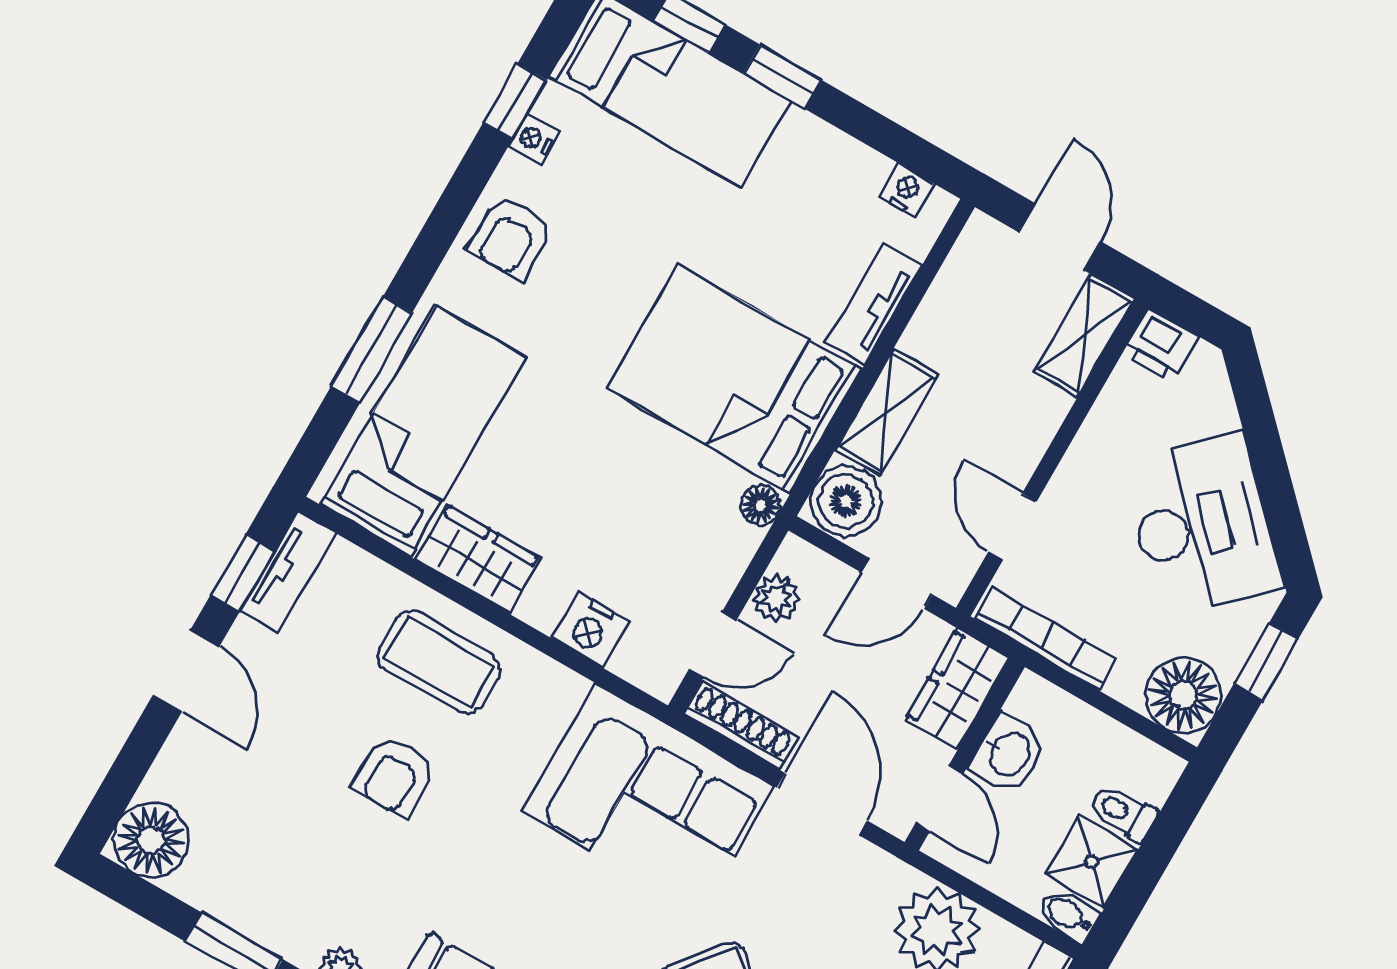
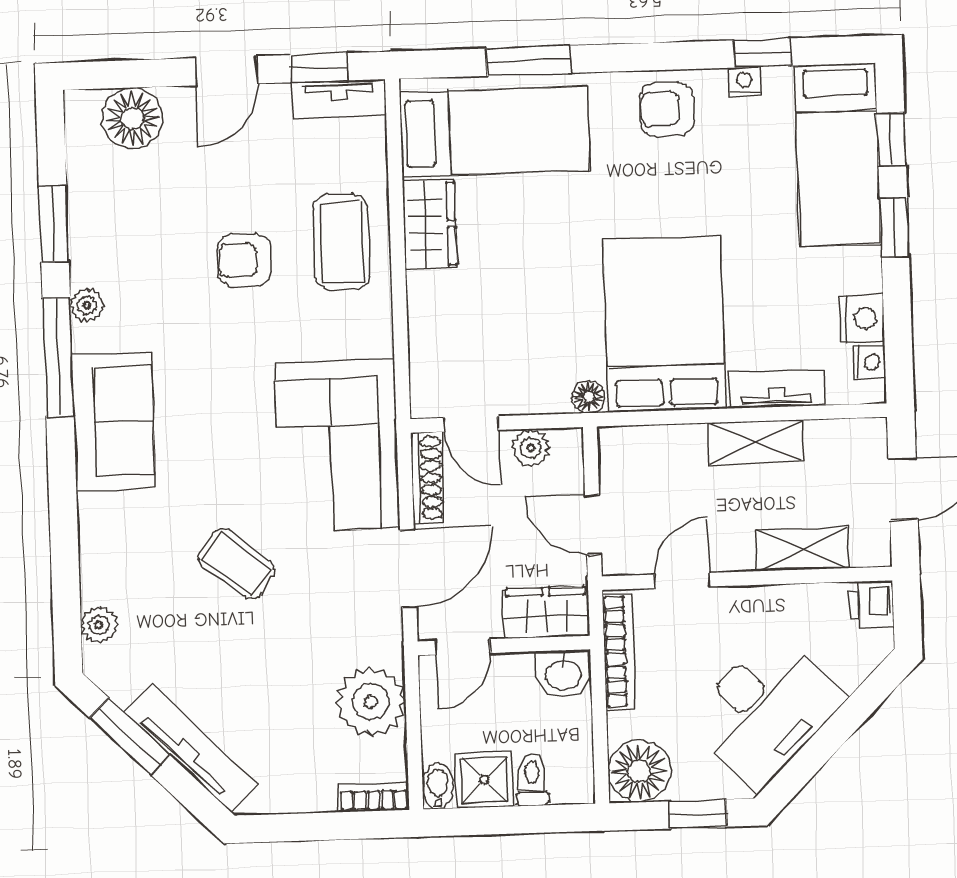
shelving: (1084, 335) -> (802, 549), moved
shelving: (887, 412) -> (756, 442), moved
boiler: (846, 501) -> (628, 454), removed
nightstand: (590, 629) -> (862, 318), moved, turned 180
washbasin: (1008, 754) -> (563, 674), moved
floor lamp: (151, 840) -> (132, 118), moved

